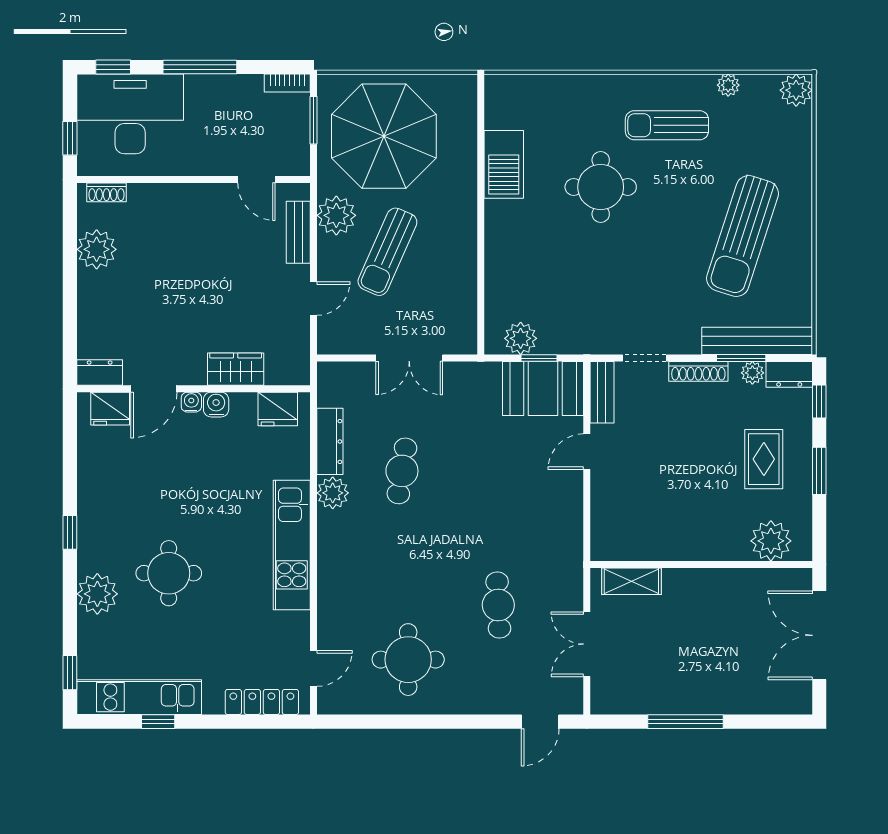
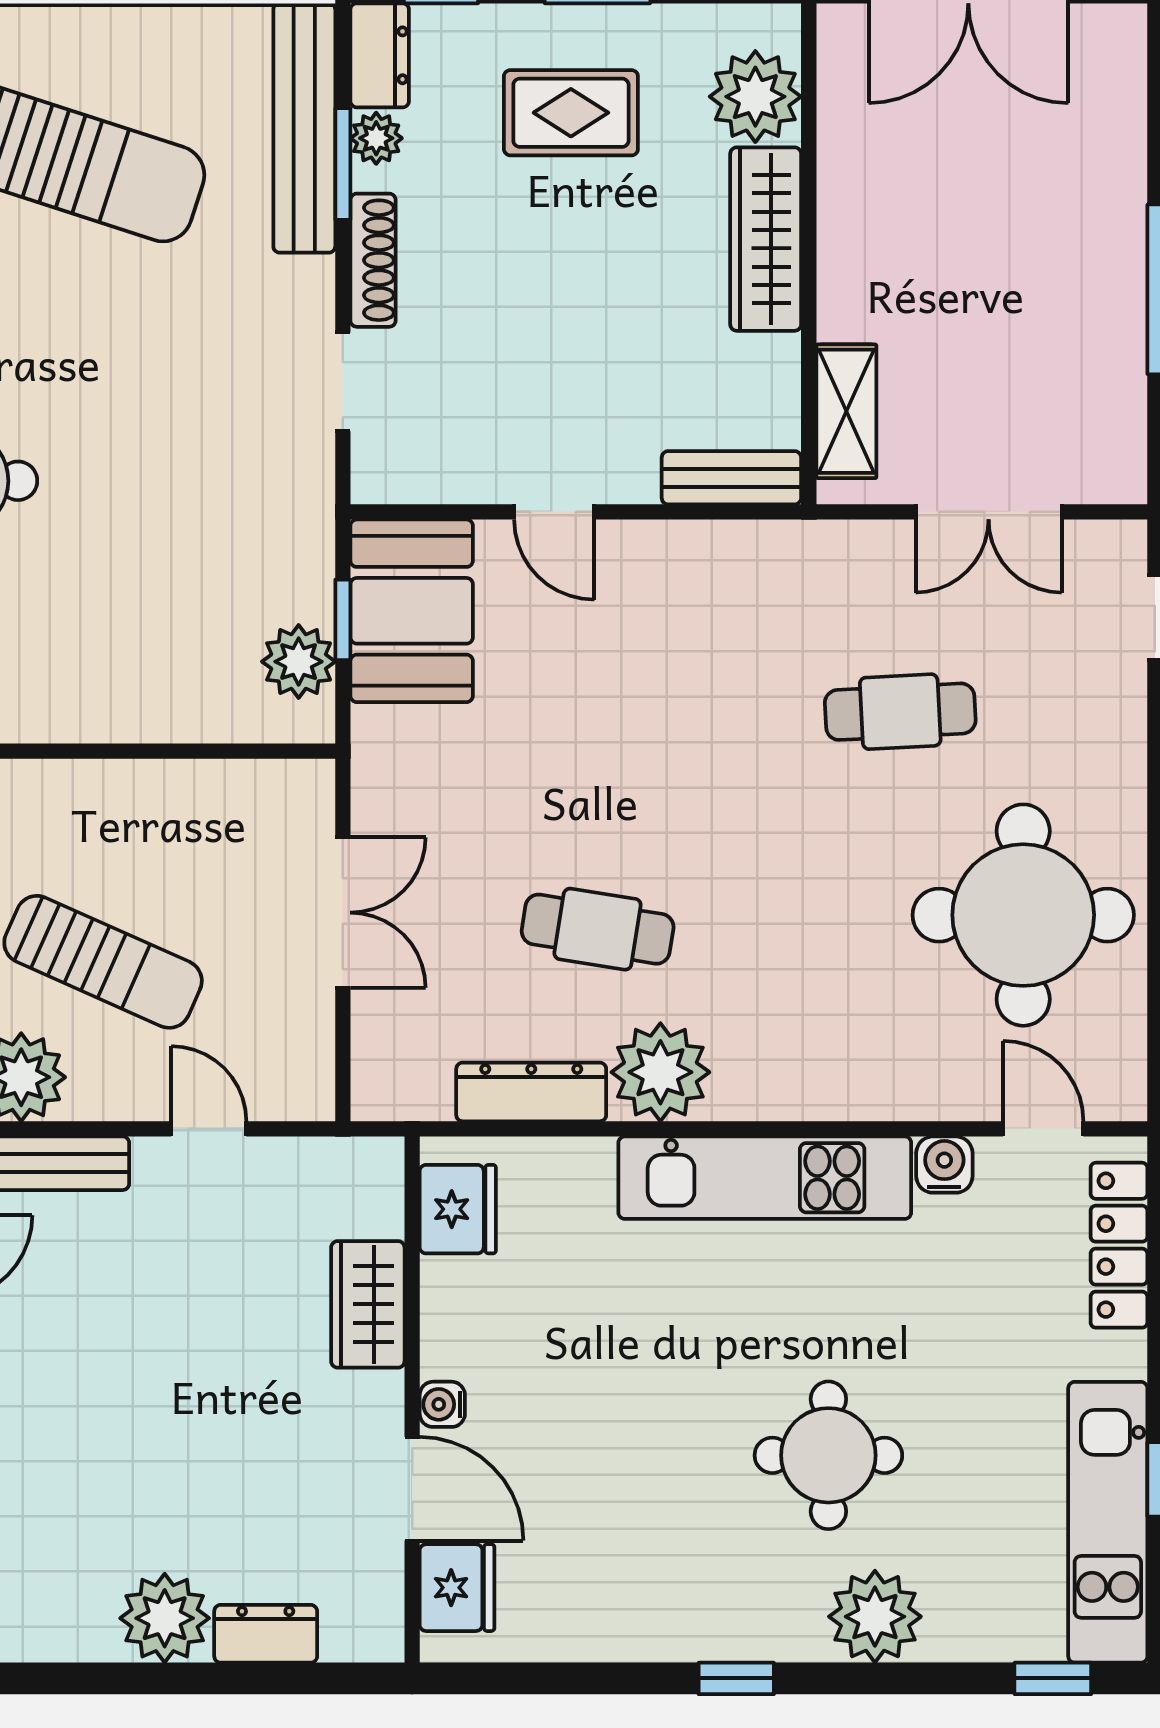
plant: (97, 249) -> (165, 1618), moved
dresser: (100, 373) -> (266, 1634), moved, turned 90
bench: (602, 392) -> (731, 478), moved
water cooler: (216, 405) -> (944, 1165), moved, turned 90
plant: (333, 493) -> (660, 1072), width x1.36, depth x1.36
wardrobe: (708, 545) -> (766, 239), added
round table: (408, 660) -> (1023, 915), width x1.36, depth x1.36

